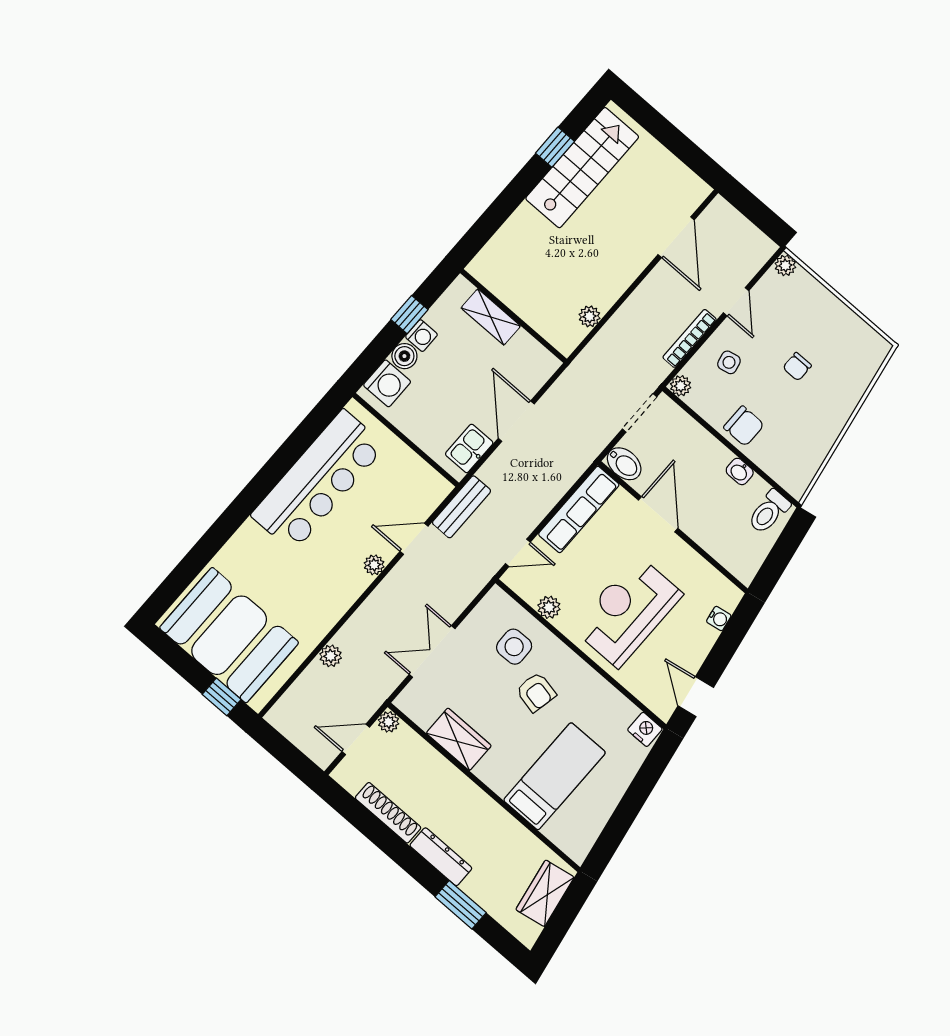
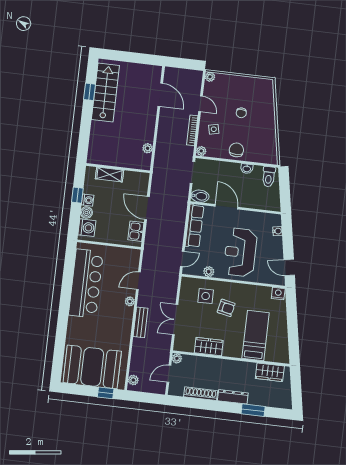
chair: (744, 426) -> (236, 150), turned -90
bench: (462, 507) -> (141, 322), moved
plant: (331, 656) -> (133, 380), moved
wardrobe: (545, 893) -> (270, 372), moved, turned -80

